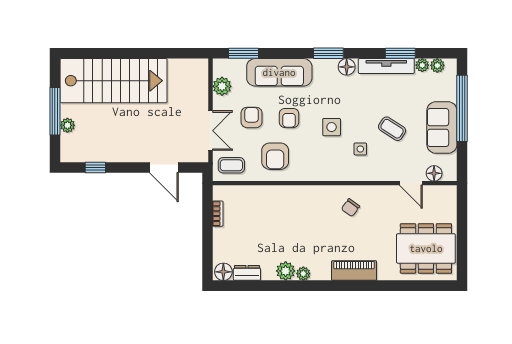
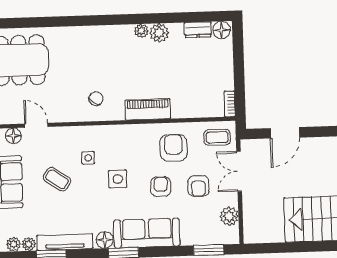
sofa: (279, 72) -> (147, 233), moved
door: (164, 167) -> (285, 133), swing flipped
bookcase: (218, 214) -> (230, 104), moved
piano: (354, 271) -> (148, 109), moved, turned 180

